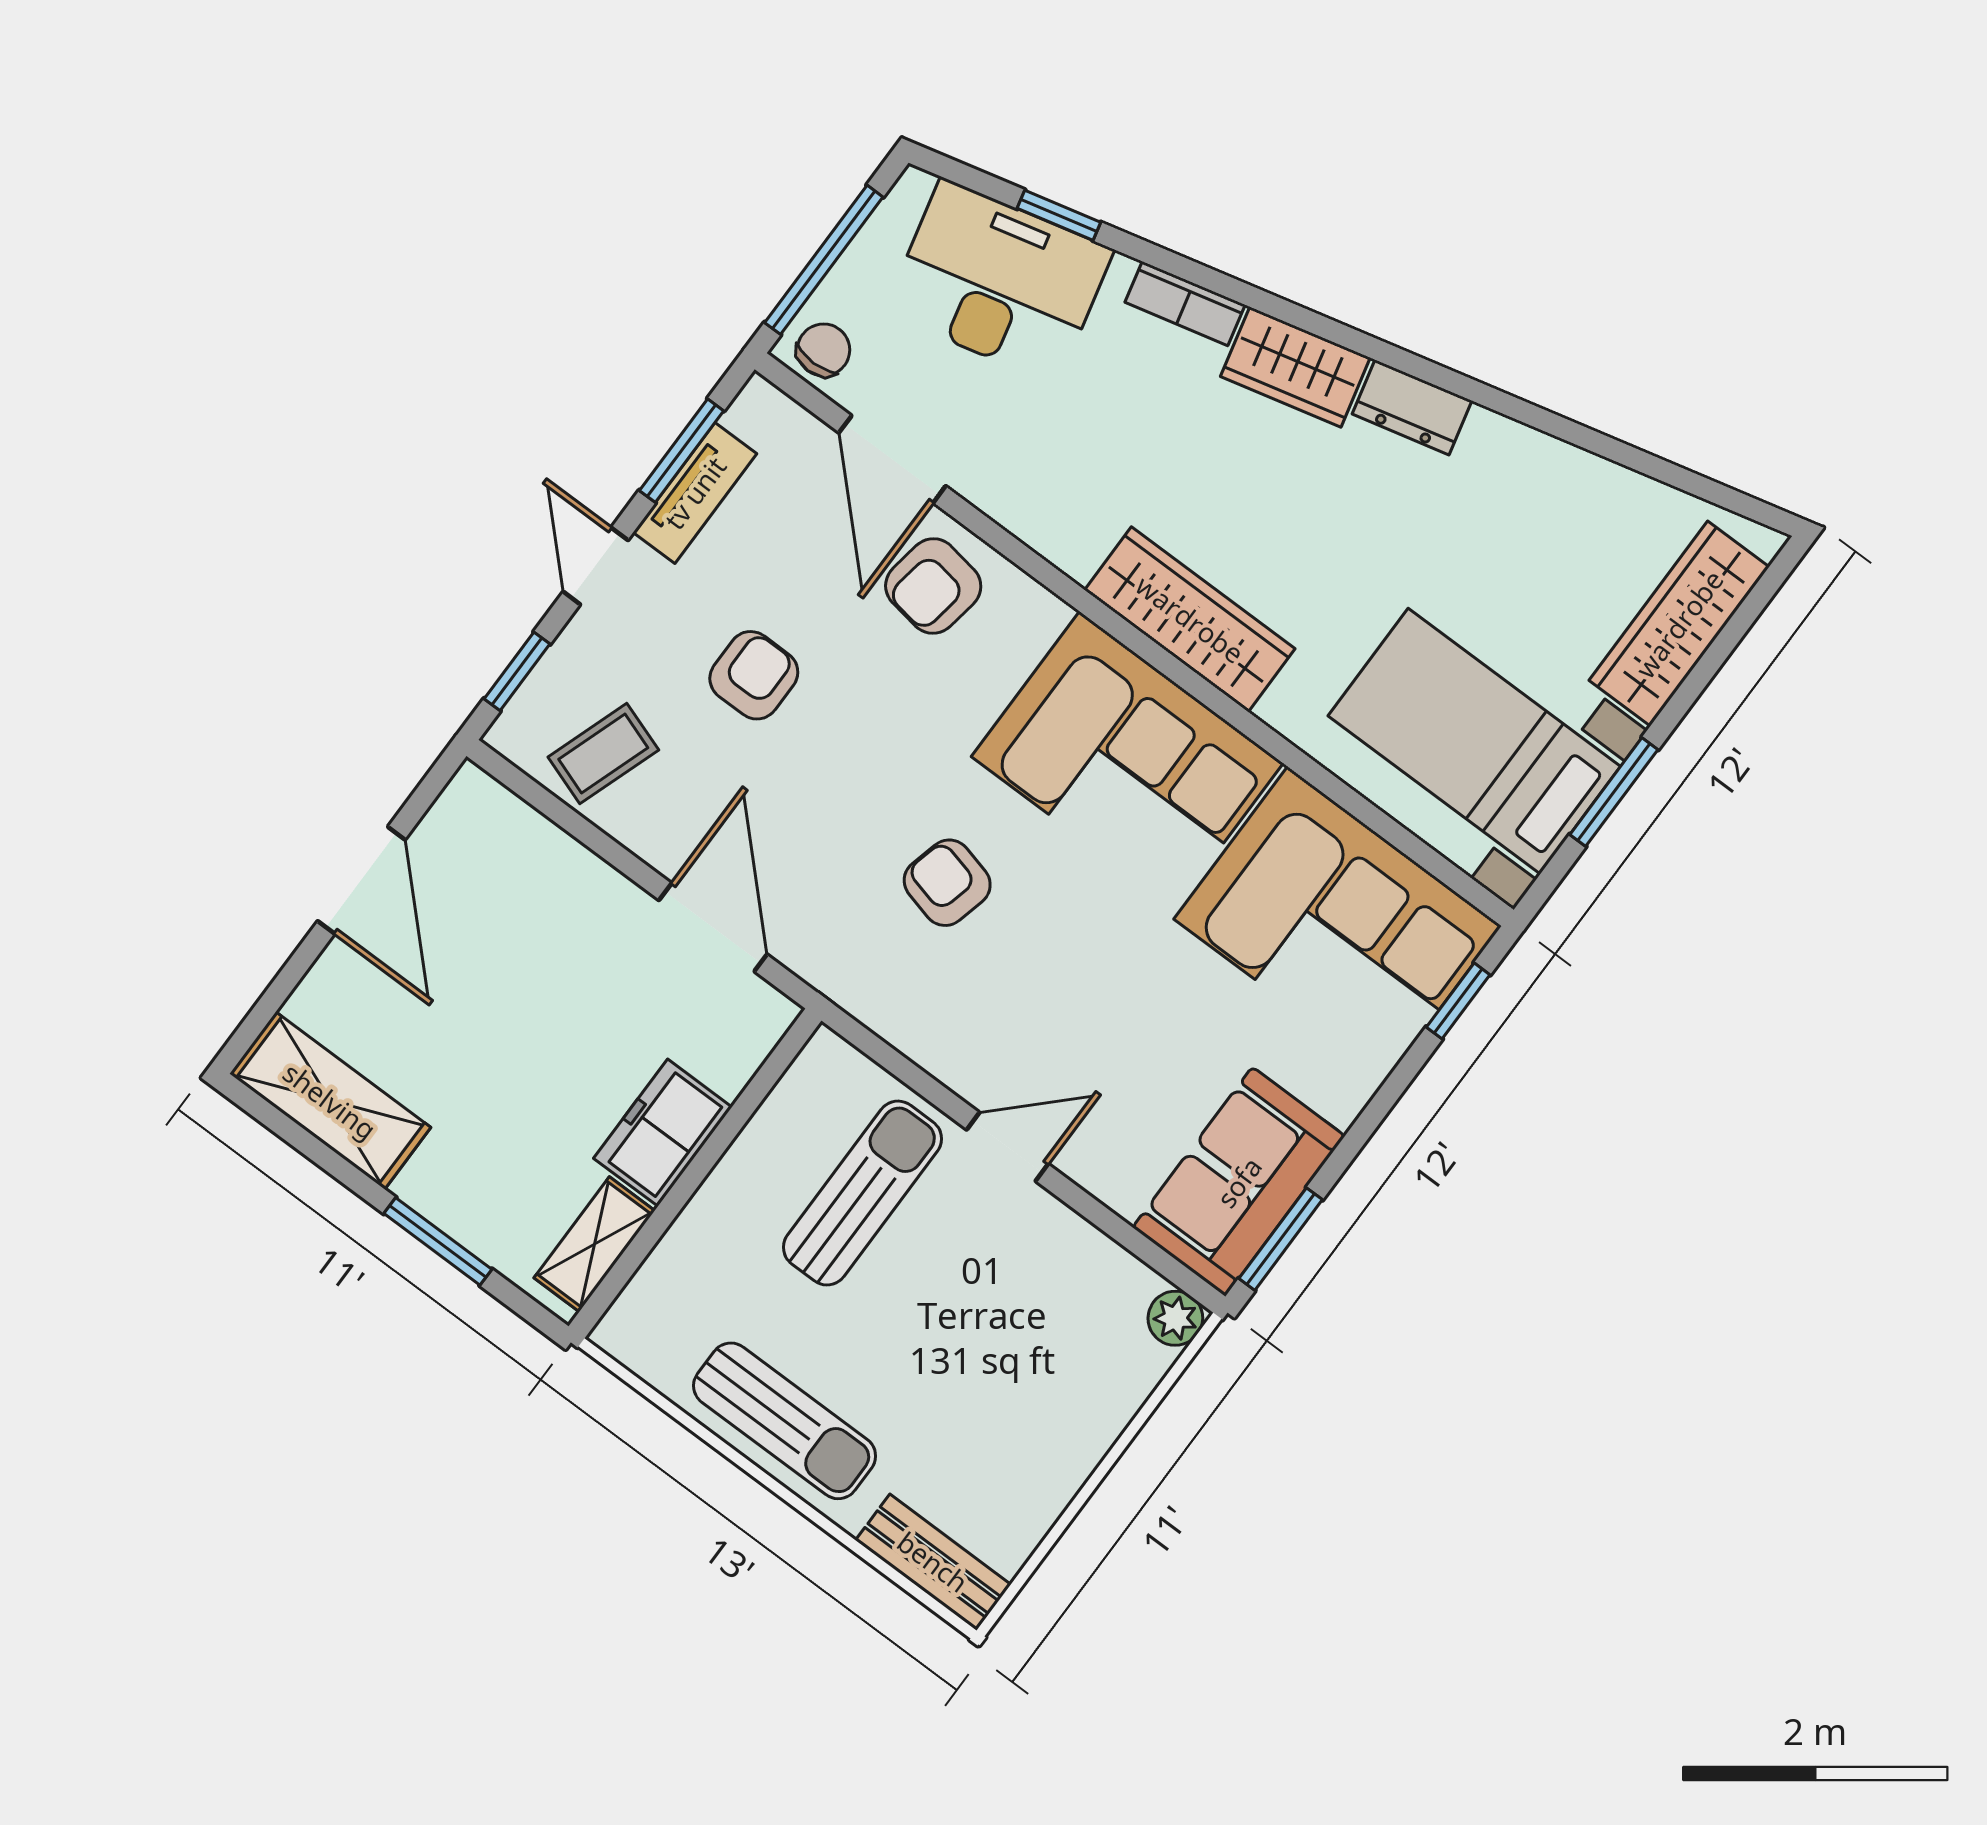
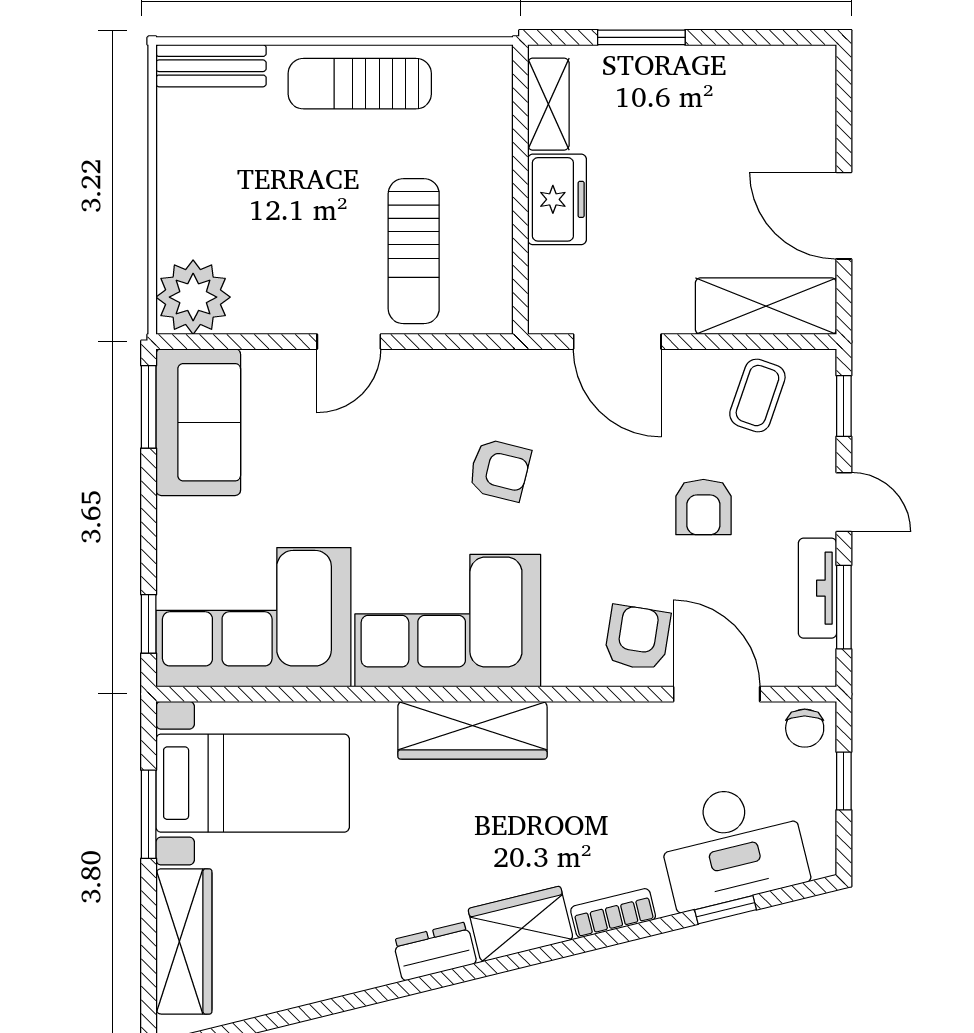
window: (824, 260) -> (844, 781), width x0.46
shelving: (330, 1101) -> (766, 306), moved
plant: (1175, 1318) -> (193, 297), width x1.87, depth x1.87

